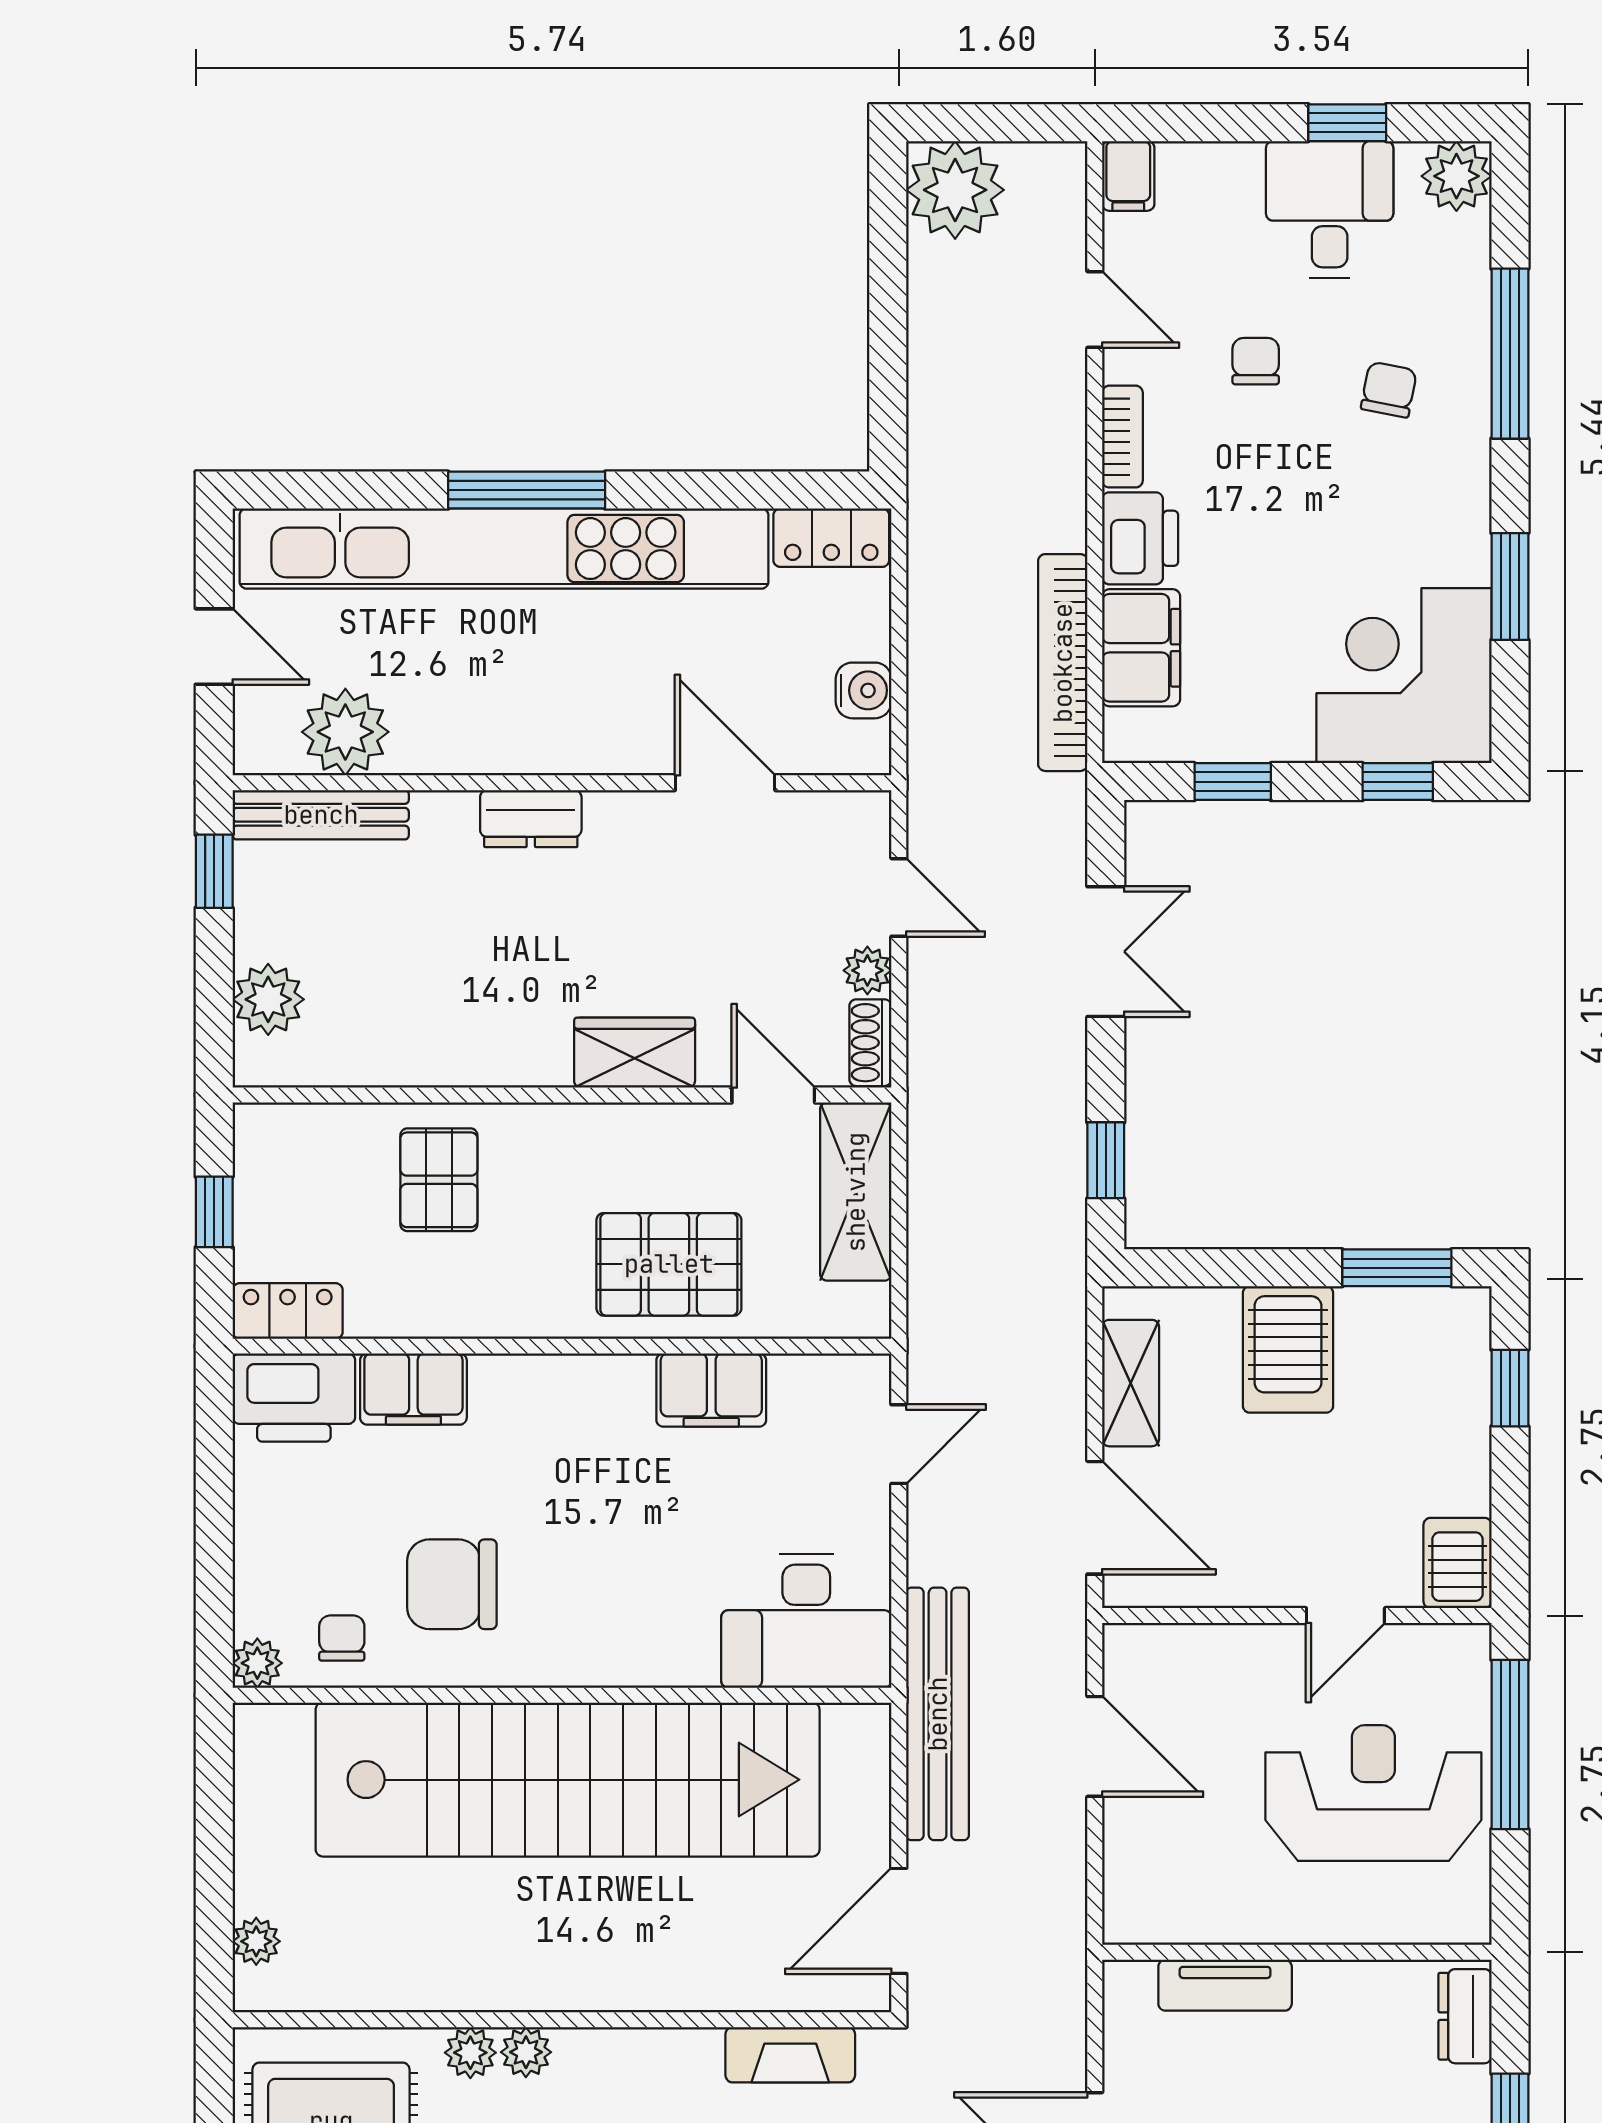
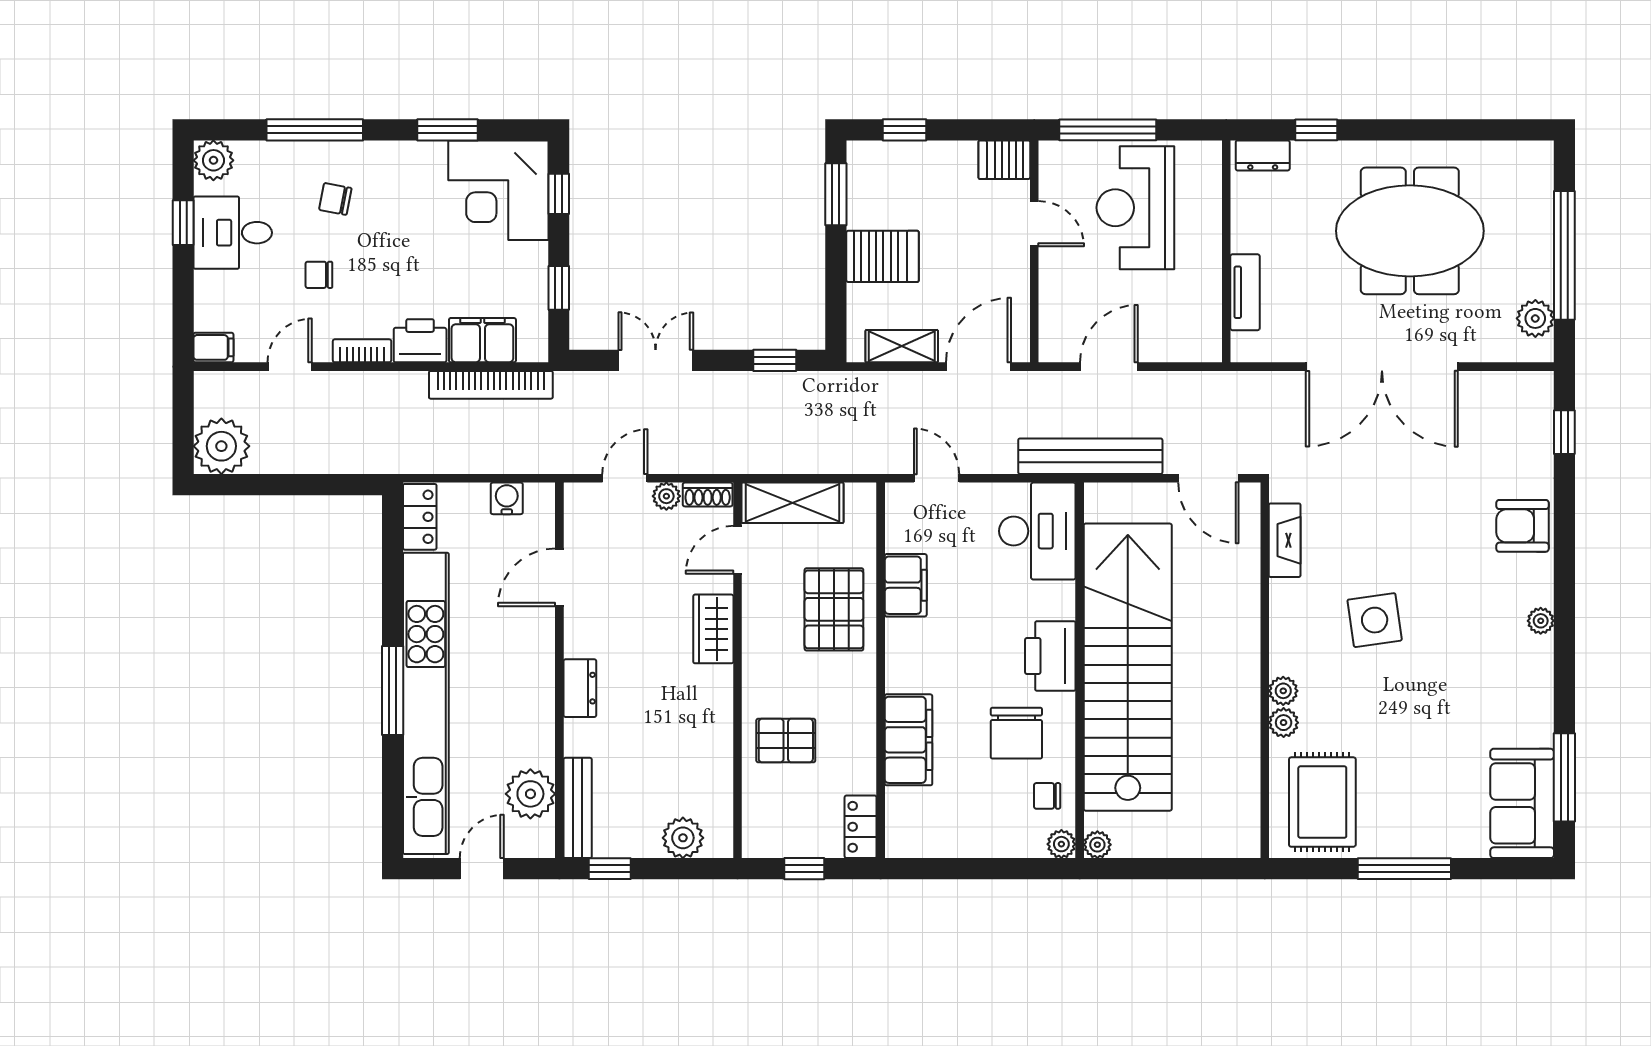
filing cabinet: (413, 1389) -> (908, 740), width x1.50, depth x1.17
printer: (294, 1398) -> (1050, 656), moved, turned 180
plant: (256, 1941) -> (1097, 845), moved

